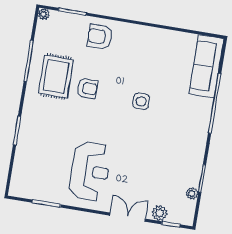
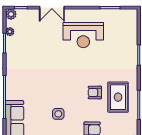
side table: (141, 101) -> (58, 114), moved
reception desk: (90, 171) -> (83, 35), turned -90
plant: (160, 213) -> (11, 14), moved

